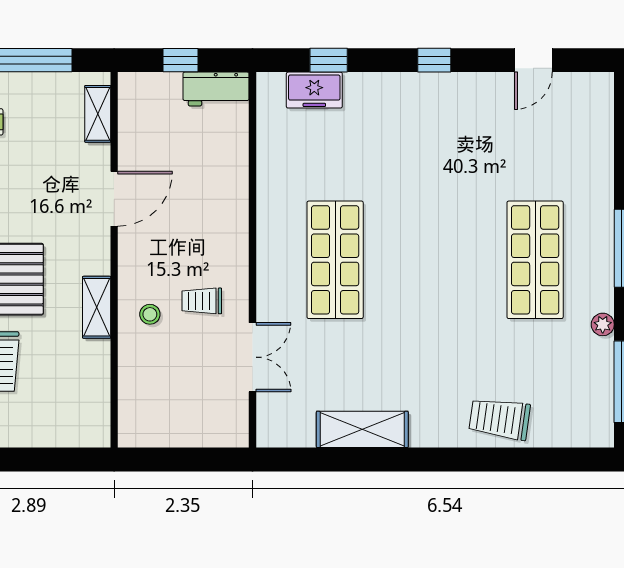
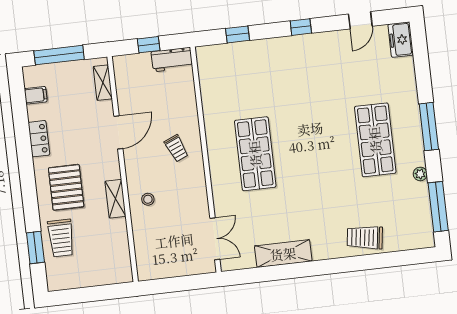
freezer: (314, 90) -> (401, 40), moved, turned 90
trolley: (202, 301) -> (176, 148), moved, turned -113
double door: (253, 357) -> (215, 239), moved

